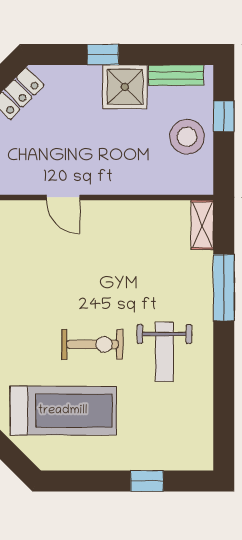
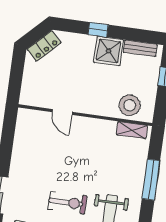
stool: (187, 137) -> (130, 105), moved
shelving: (202, 225) -> (132, 130), moved, turned 90

